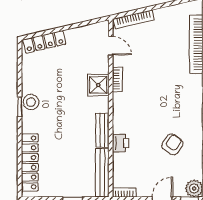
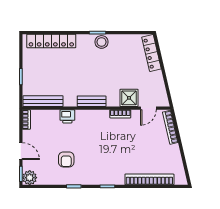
shower: (98, 85) -> (129, 98), moved
bench: (102, 130) -> (92, 101), moved
armchair: (172, 144) -> (66, 159), turned 55

